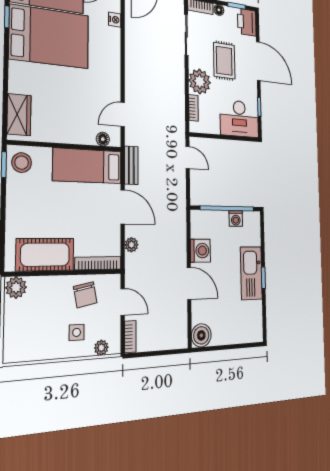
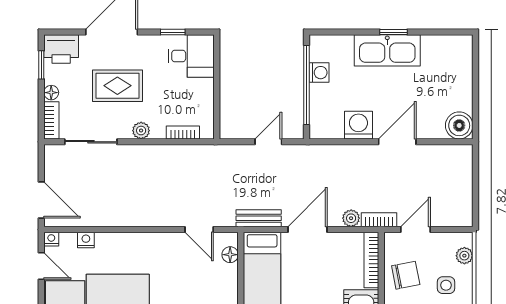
plant: (200, 82) -> (141, 131), width x0.53, depth x0.53
desk: (239, 119) -> (191, 56), width x0.73
door: (188, 158) -> (268, 142), moved
bookcase: (130, 337) -> (379, 220), moved

